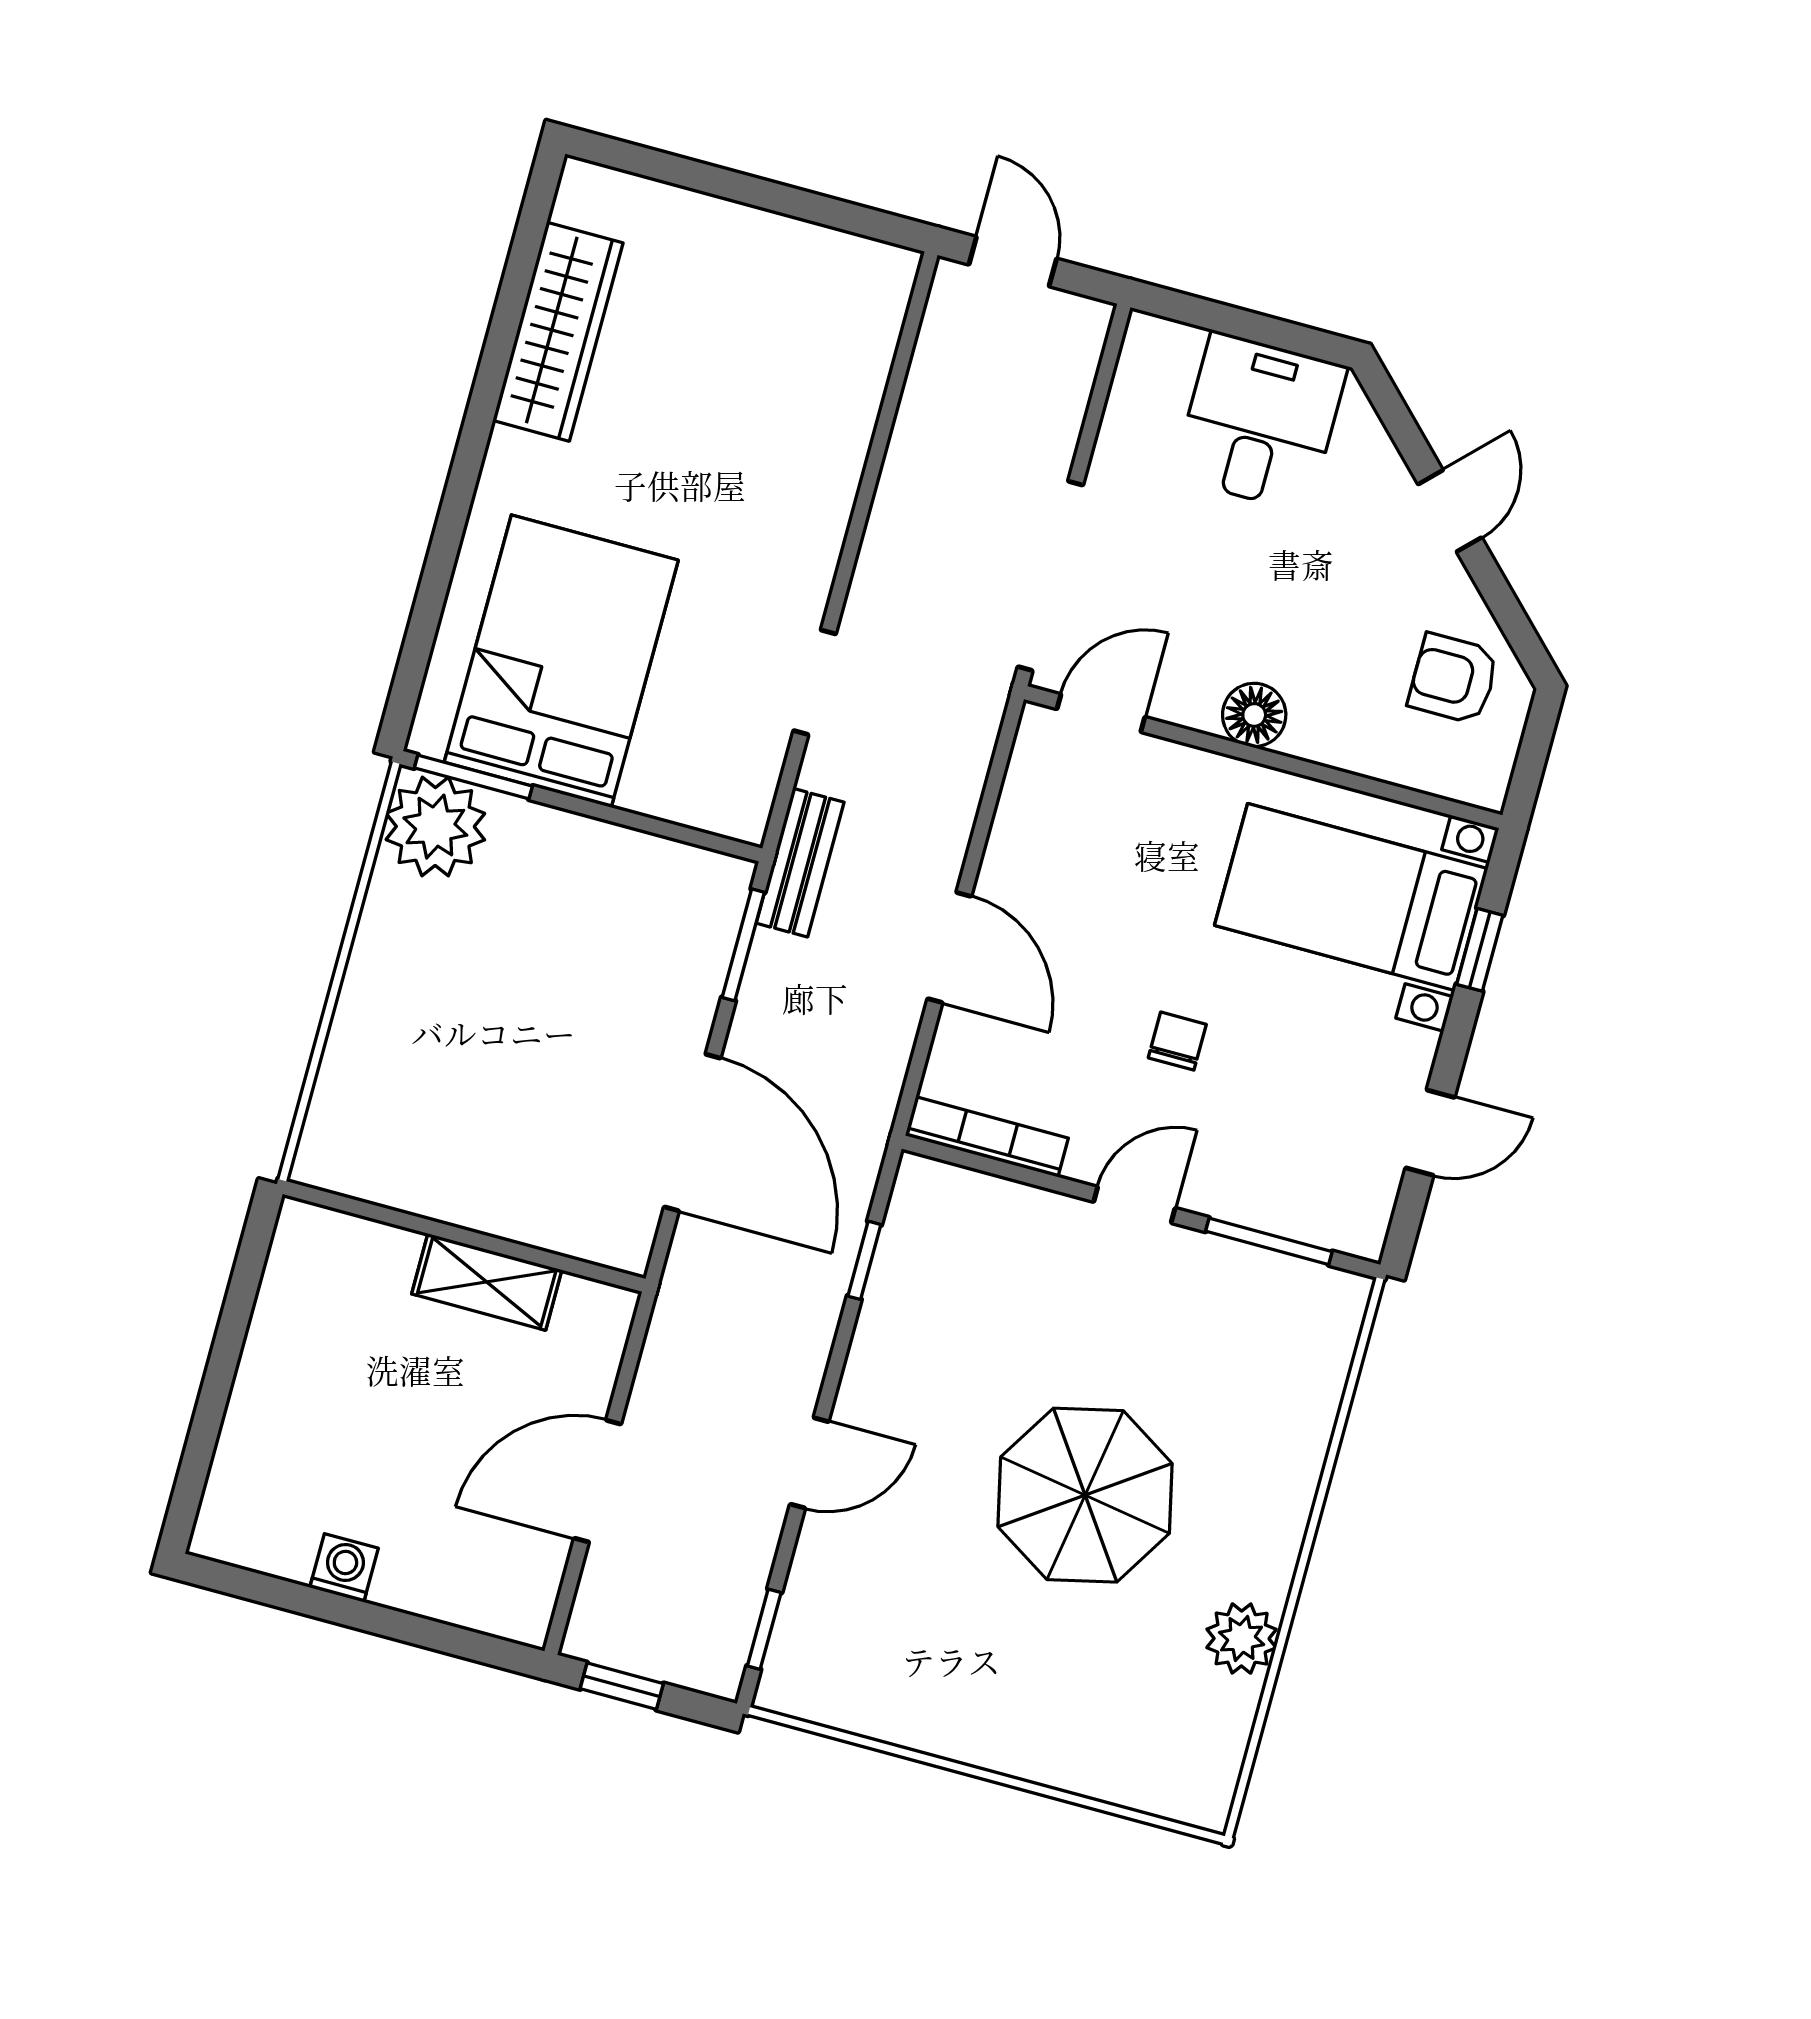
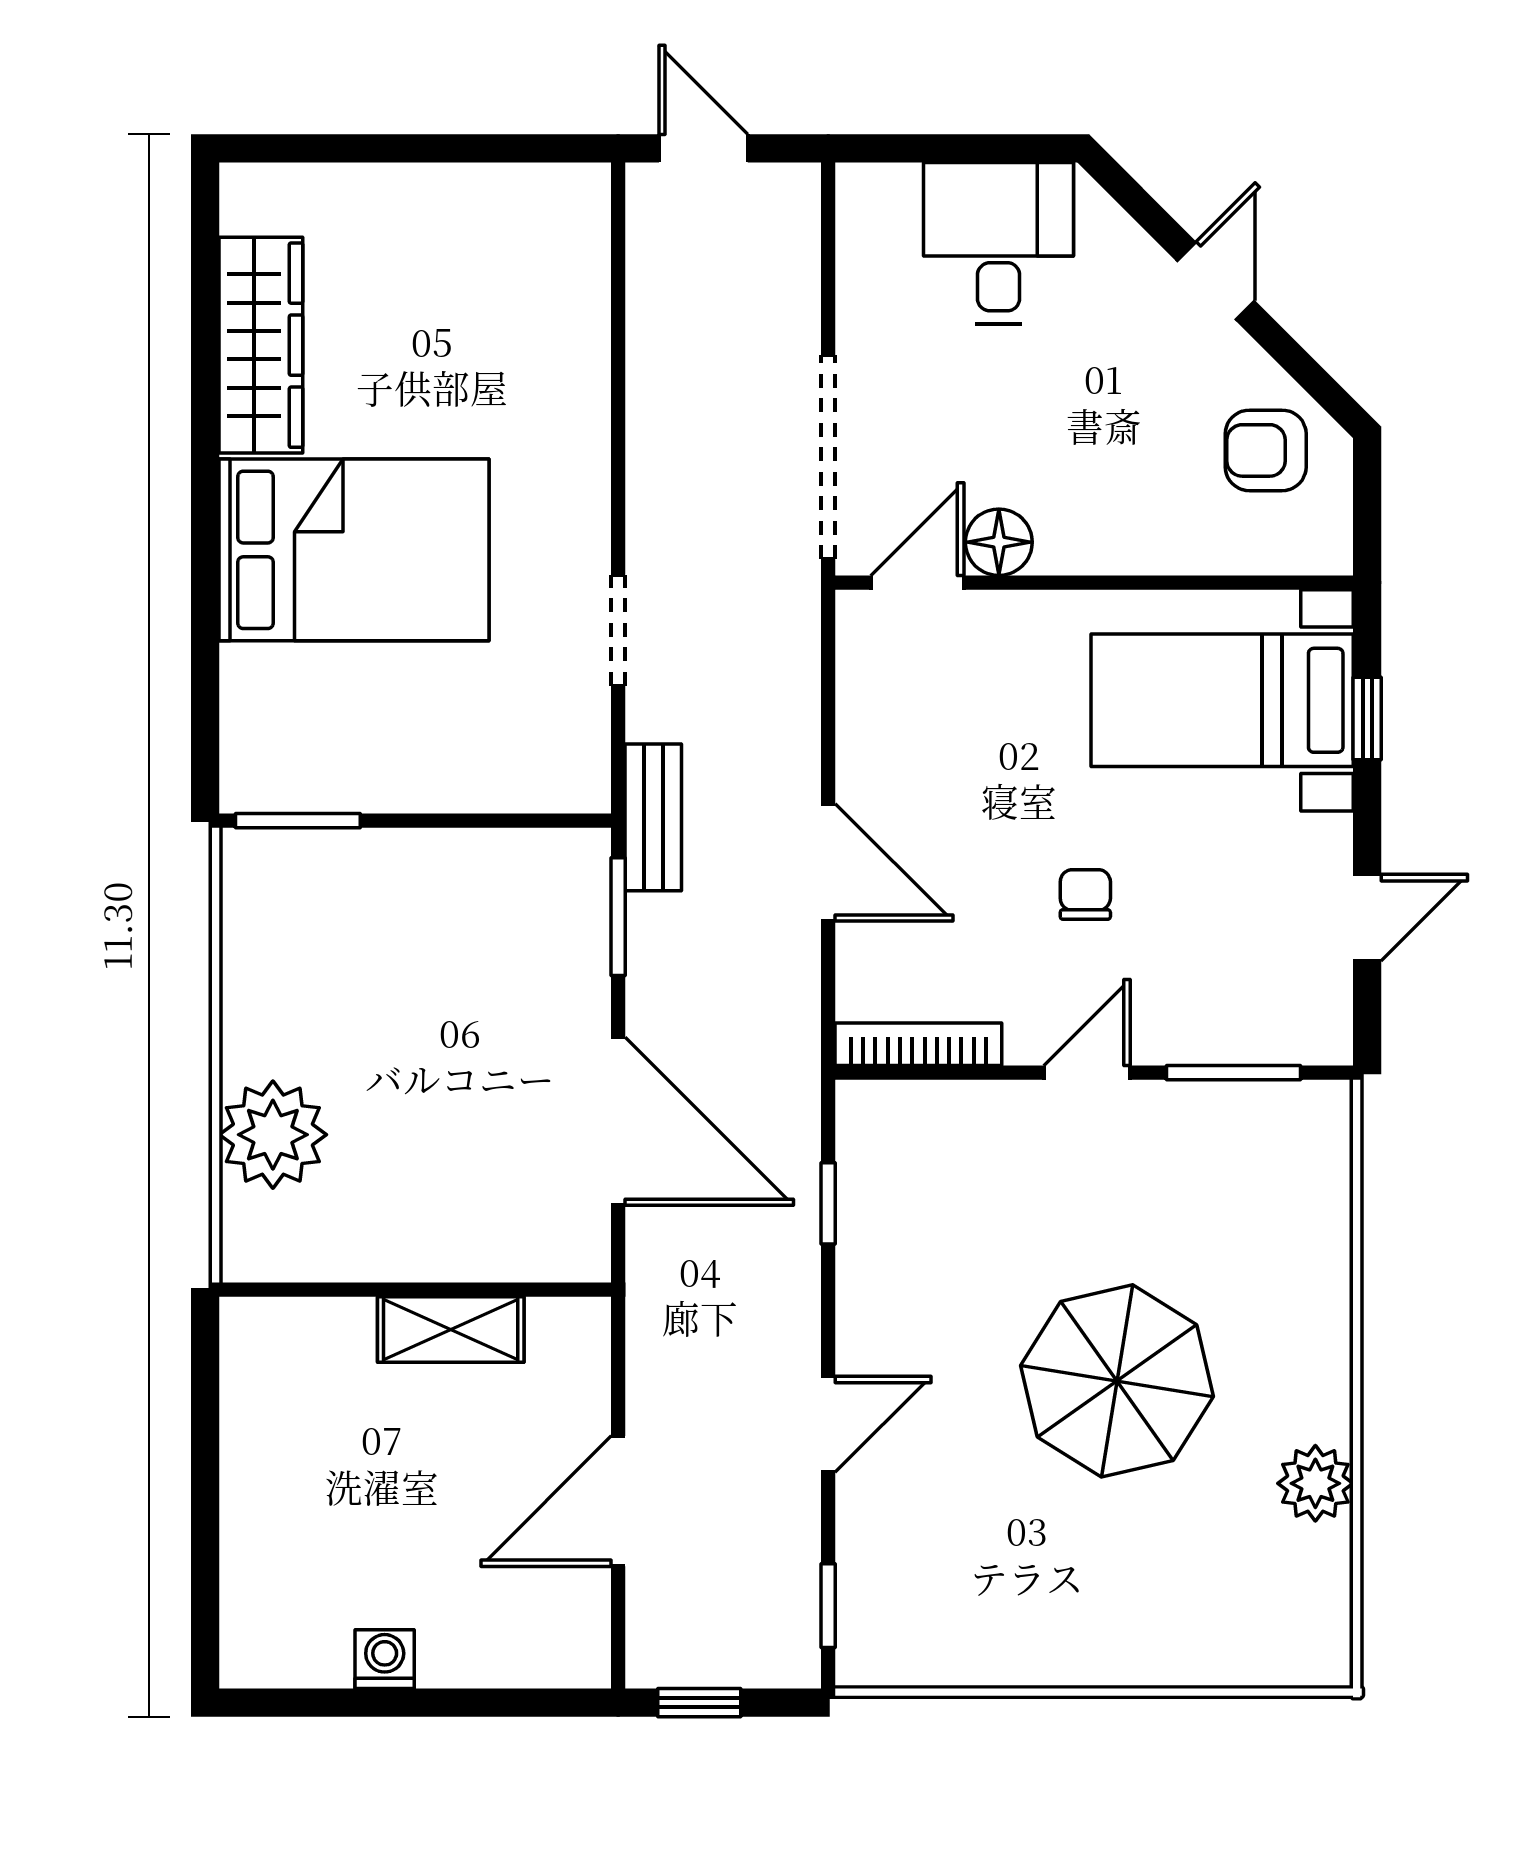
bed: (561, 661) -> (354, 550), moved, turned 90
floor lamp: (1254, 715) -> (999, 542), moved
plant: (435, 827) -> (273, 1135), moved

